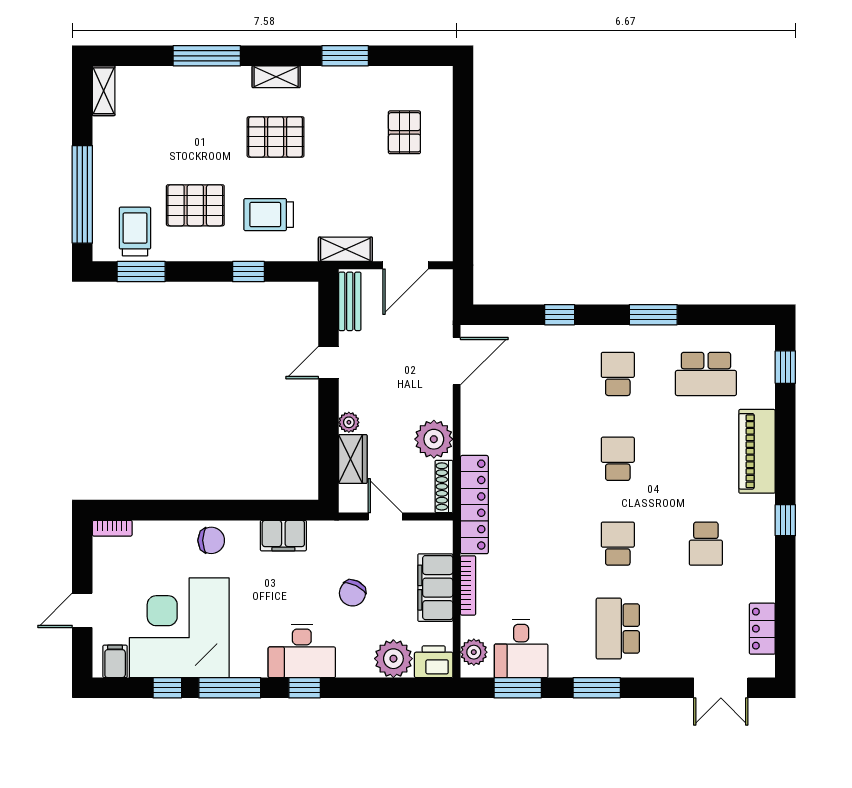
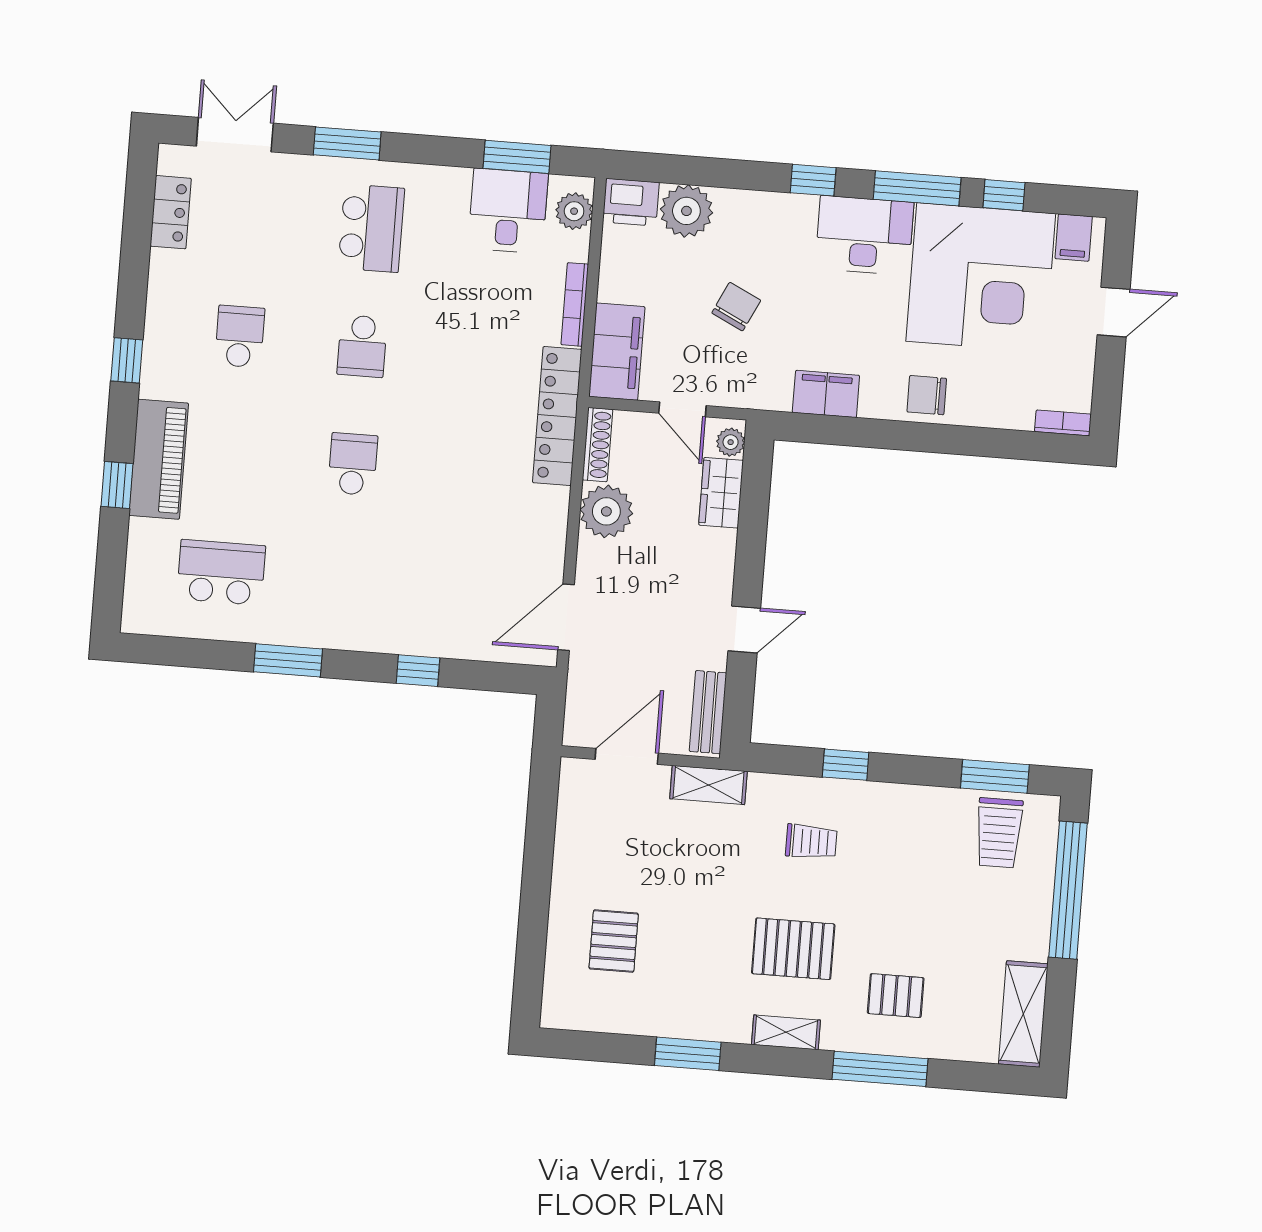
shelving: (104, 91) -> (1023, 1014), width x1.50, depth x1.33
pallet: (195, 205) -> (896, 996), moved, width x0.67, depth x0.71
trolley: (269, 215) -> (811, 842), width x0.73, depth x0.72
window: (785, 367) -> (117, 485), moved
school desk: (618, 374) -> (344, 582), removed
plant: (349, 422) -> (731, 442), moved
school desk: (618, 459) -> (353, 464), turned 180
filing cabinet: (435, 588) -> (617, 352), moved
desk: (302, 651) -> (864, 235), moved
window: (597, 688) -> (347, 143), moved

